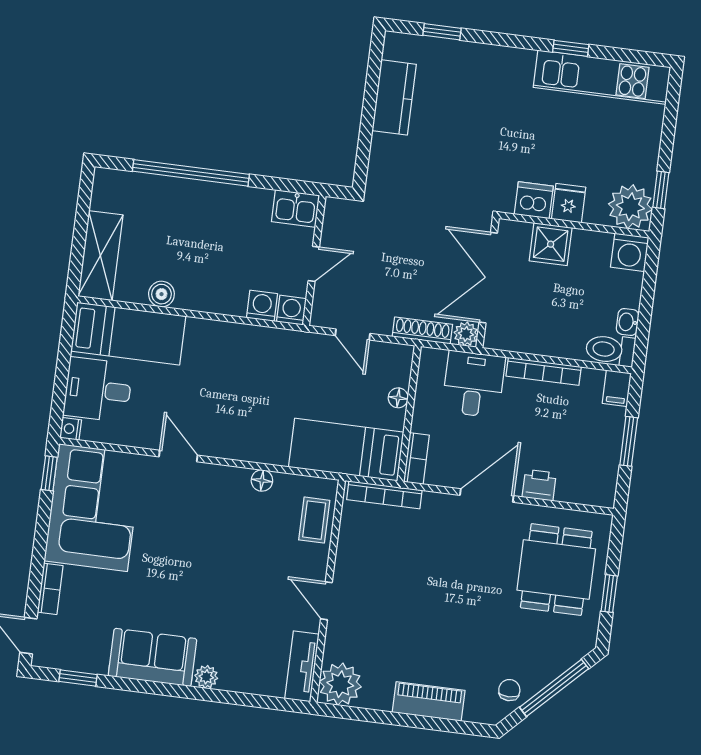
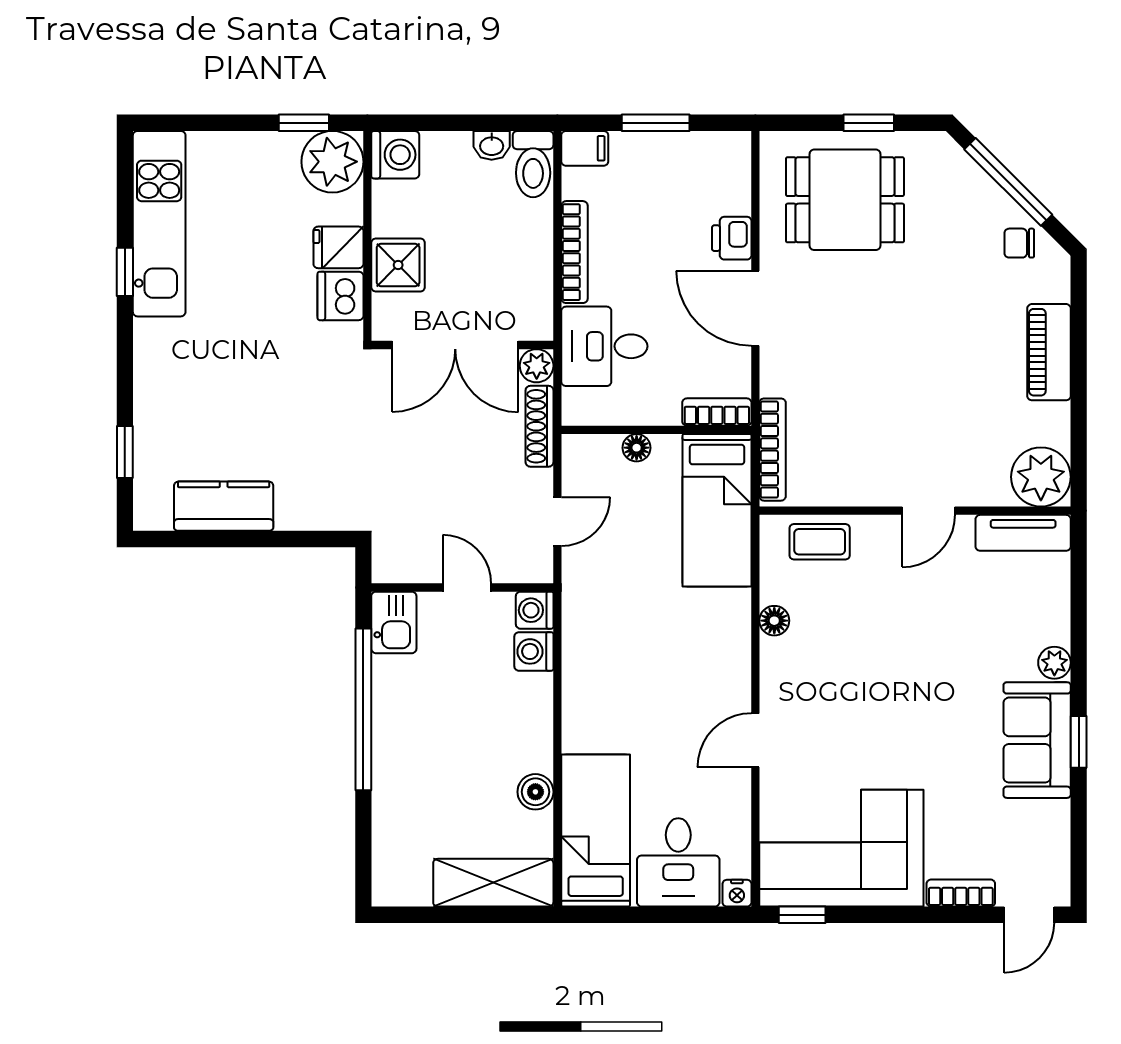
window: (191, 173) -> (363, 709), moved
window: (78, 678) -> (1079, 742), moved

